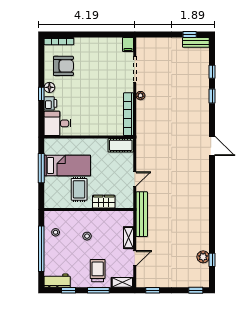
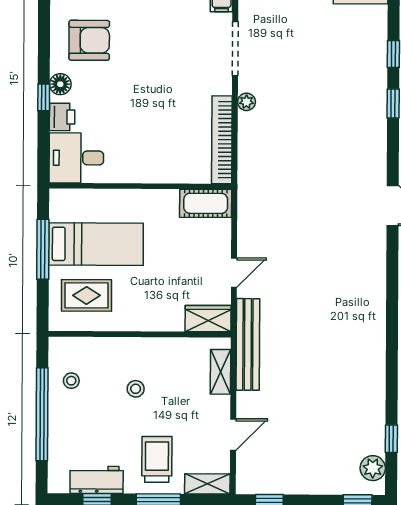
rug: (79, 189) -> (86, 295), moved, turned 90
wardrobe: (104, 202) -> (208, 319), moved
shelving: (128, 238) -> (221, 372), moved
plant: (203, 257) -> (373, 468), moved
workbench: (57, 281) -> (97, 480), moved

